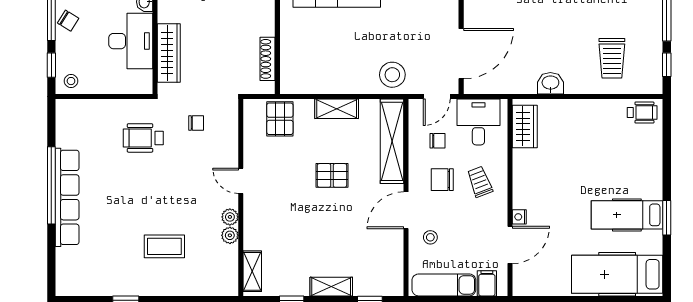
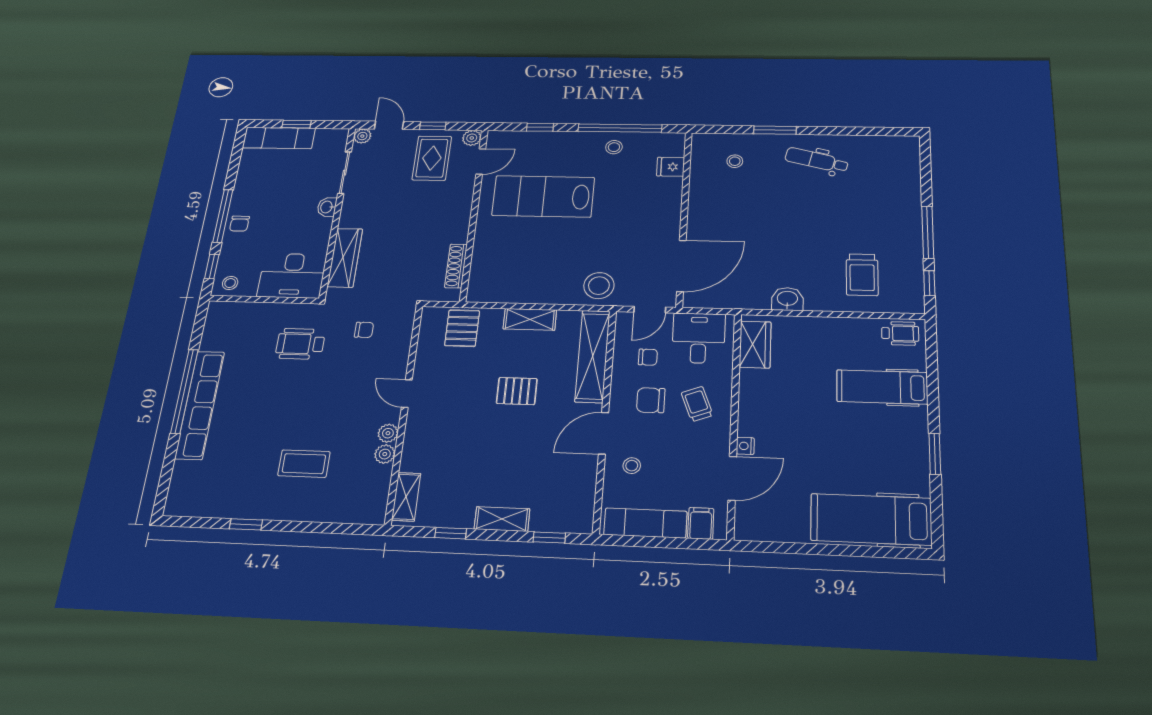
chair: (68, 21) -> (239, 224), turned 58
desk: (131, 41) -> (292, 276), moved, turned 90
hospital bed: (627, 215) -> (882, 387), moved

